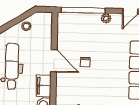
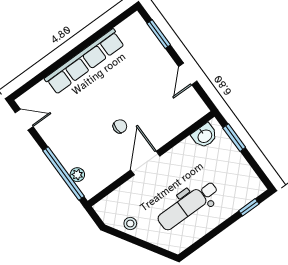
plant: (106, 18) -> (77, 175), moved
filing cabinet: (44, 86) -> (182, 153), removed

